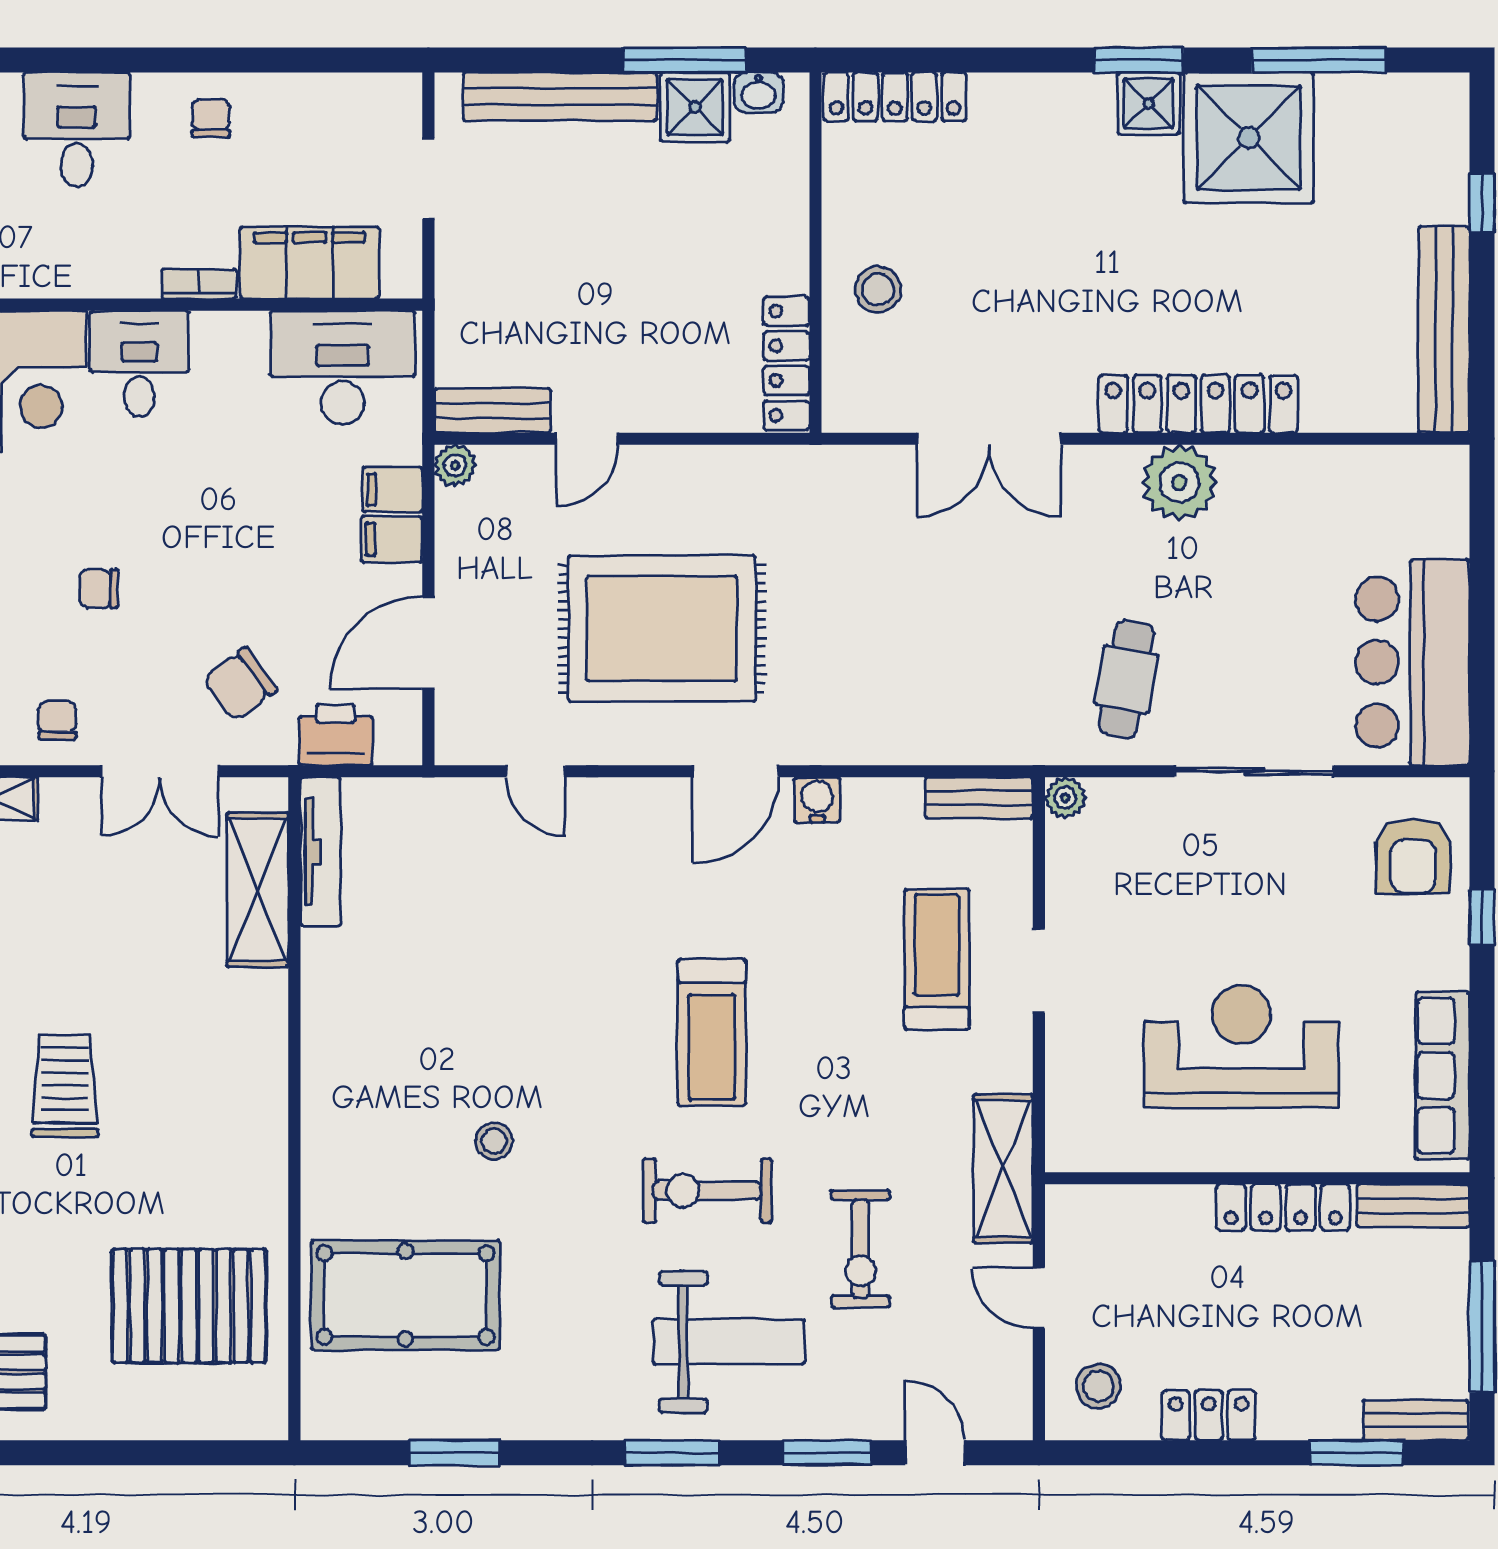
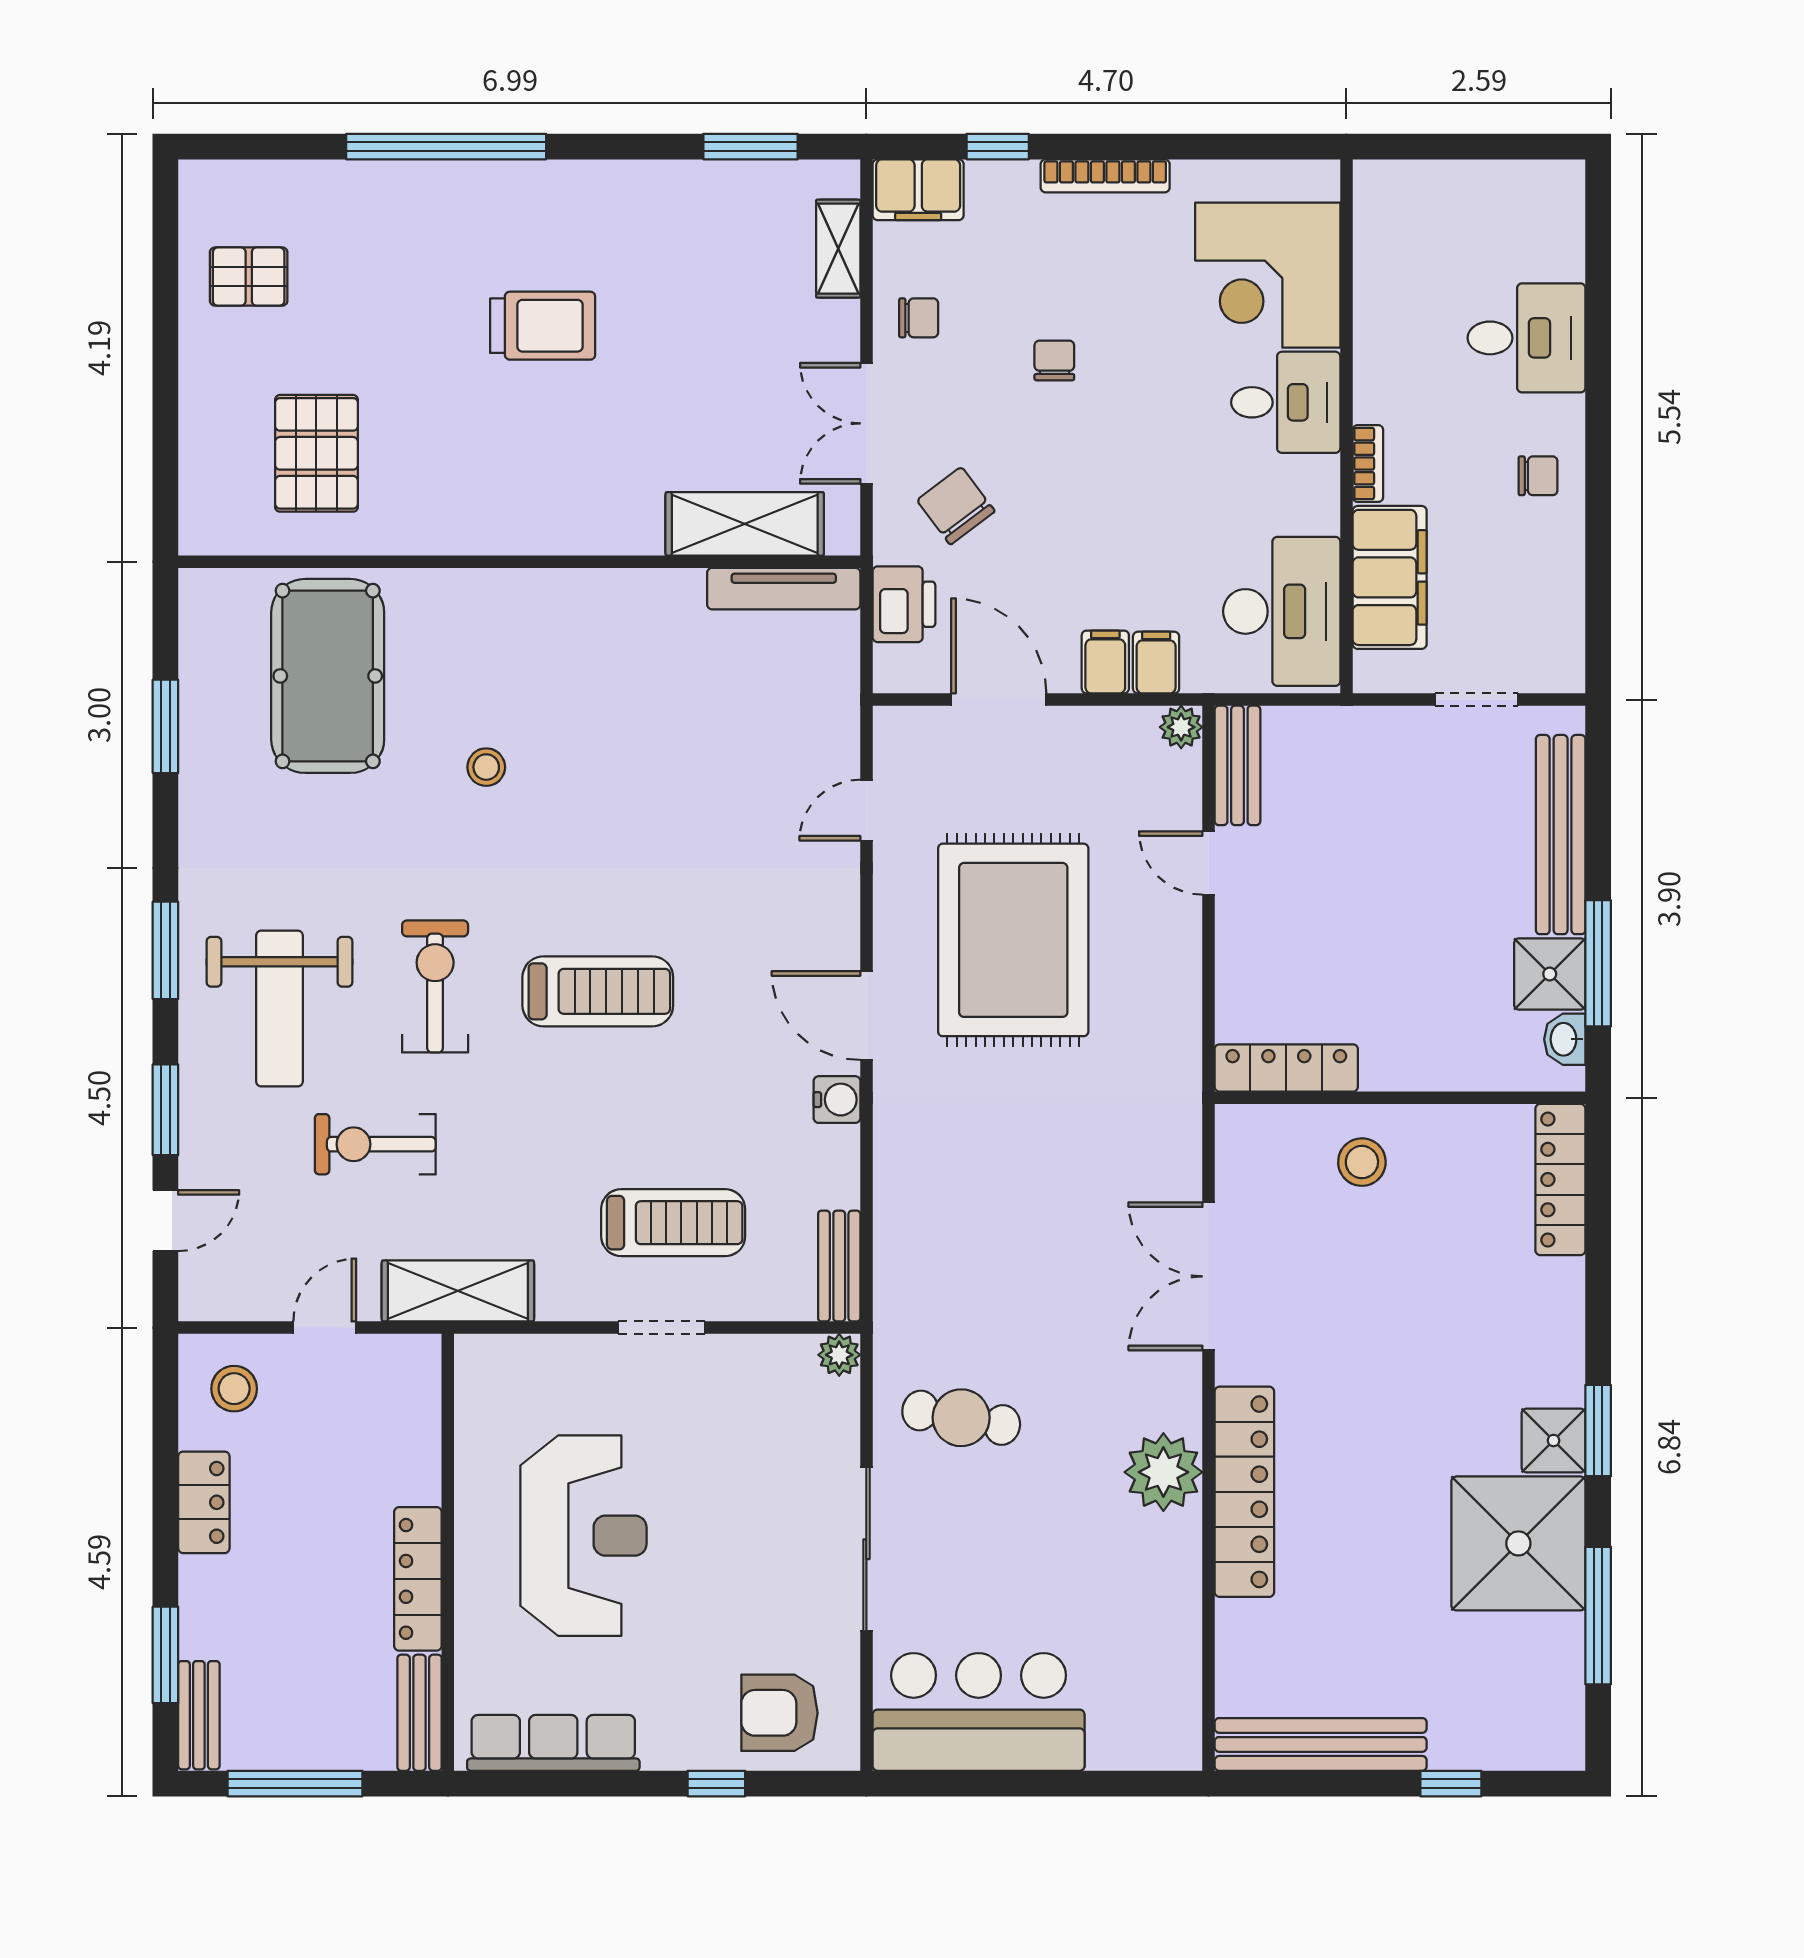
treadmill: (712, 1032) -> (598, 991), turned 180
pallet: (189, 1306) -> (316, 453), width x0.73, depth x0.71

